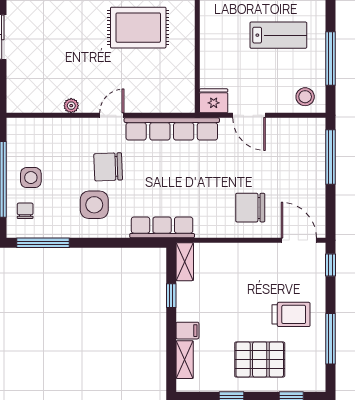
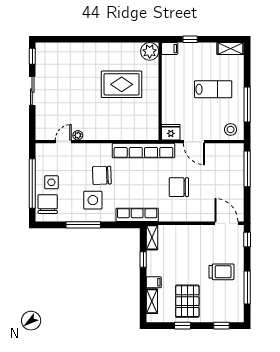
door: (112, 115) -> (63, 142), moved
chair: (250, 208) -> (179, 187), moved
chair: (25, 211) -> (48, 204), width x1.87, depth x1.87
window: (43, 243) -> (83, 225), moved
pallet: (260, 359) -> (187, 301), moved, turned 90

